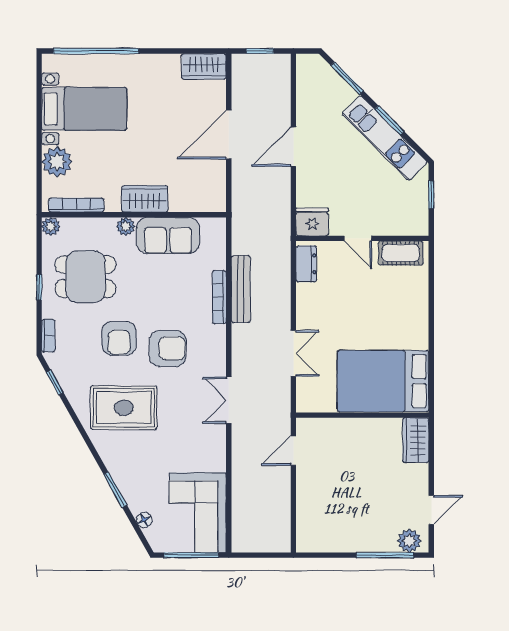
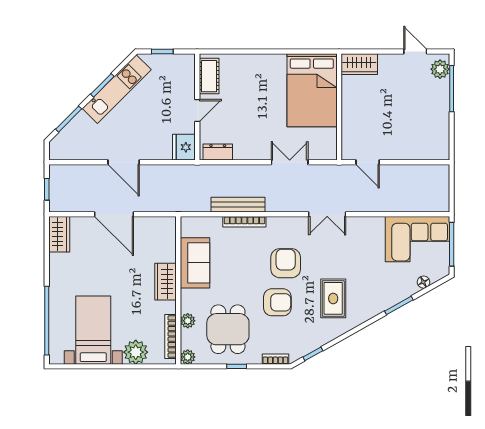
plant: (126, 226) -> (188, 321), moved
rug: (124, 408) -> (333, 298), width x0.73, depth x0.70

